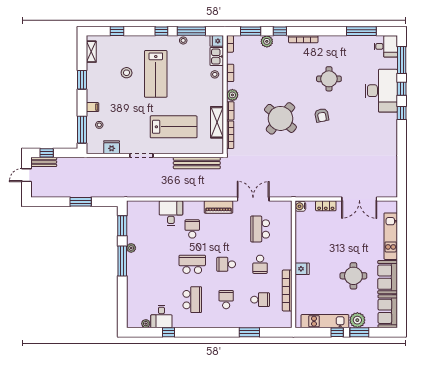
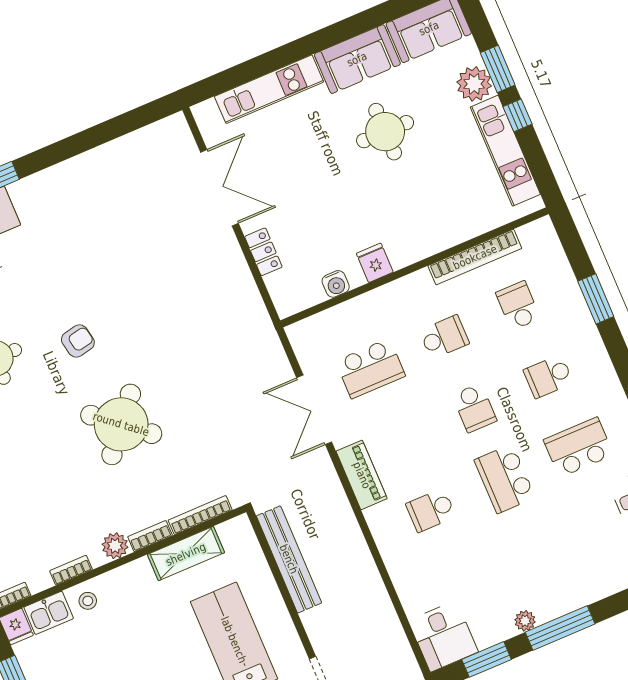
water cooler: (300, 206) -> (336, 284), moved
desk: (171, 213) -> (443, 636), moved, turned -90
fridge: (302, 269) -> (375, 263), moved

